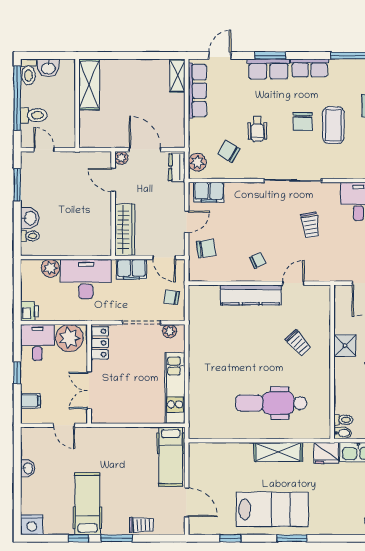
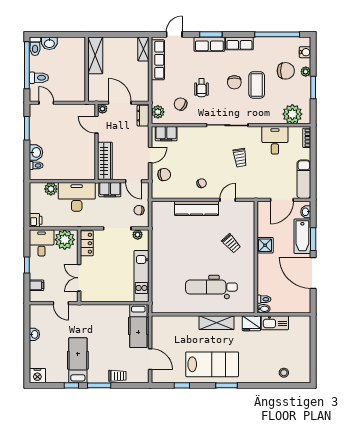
shelving: (89, 84) -> (95, 55), moved
wall: (77, 103) -> (87, 69), moved

